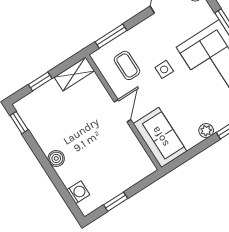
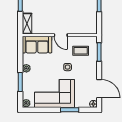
shelving: (74, 74) -> (27, 24), moved

